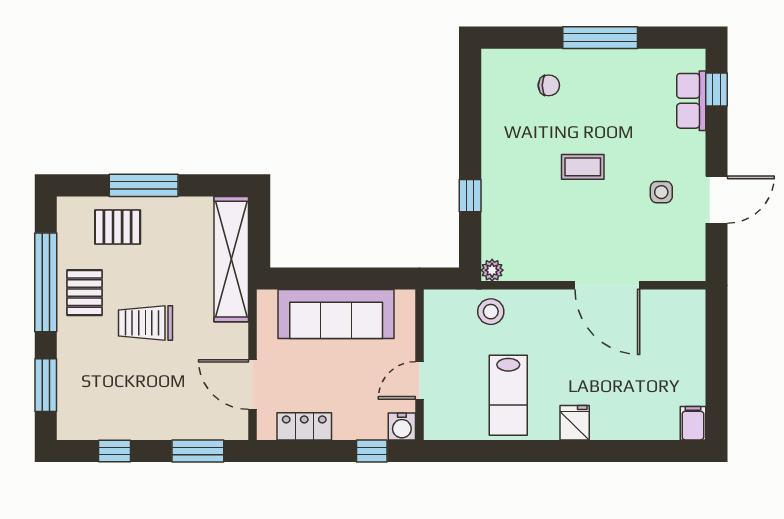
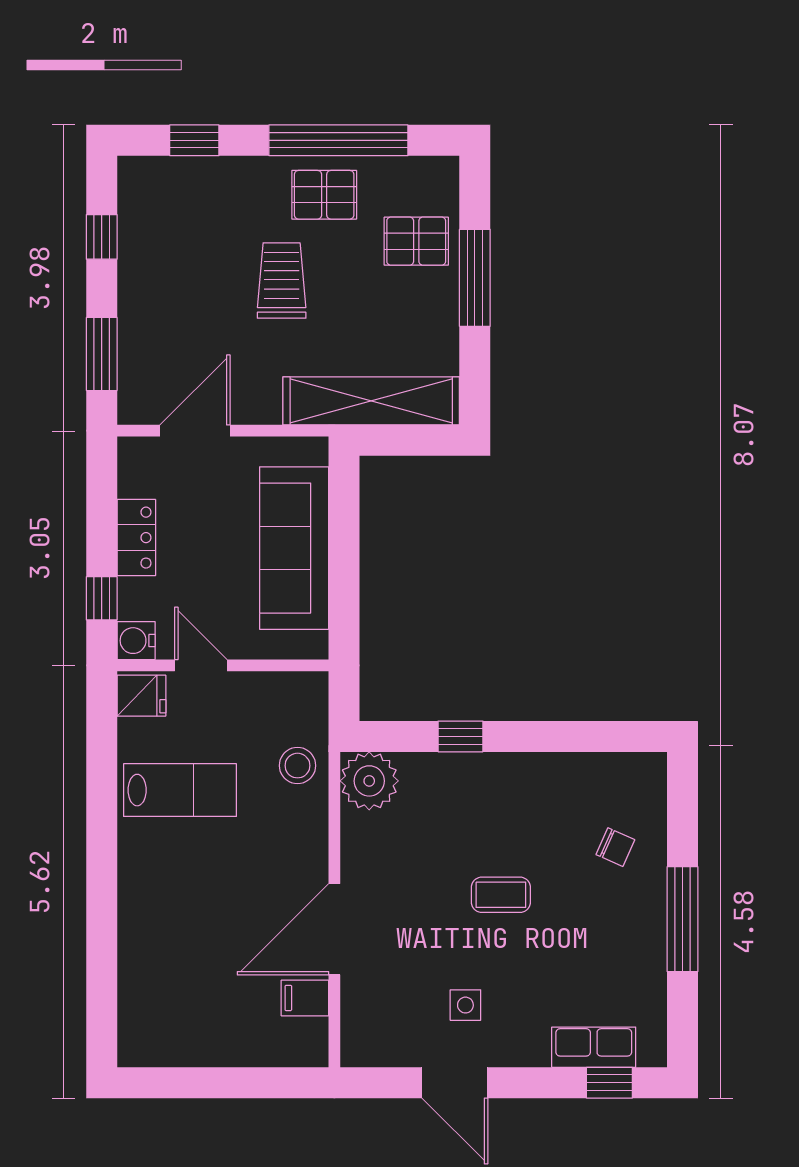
chair: (549, 85) -> (615, 847), turned -66
coffee table: (583, 167) -> (501, 895), turned 90
pallet: (118, 227) -> (416, 241), turned 90
plant: (492, 270) -> (369, 781), width x1.87, depth x1.87
window: (46, 385) -> (194, 140), width x0.67
lab bench: (508, 395) -> (180, 790), turned 180
fridge: (575, 423) -> (141, 696), moved
filing cabinet: (693, 423) -> (305, 998), moved, turned 180
locker: (304, 426) -> (136, 538), moved

